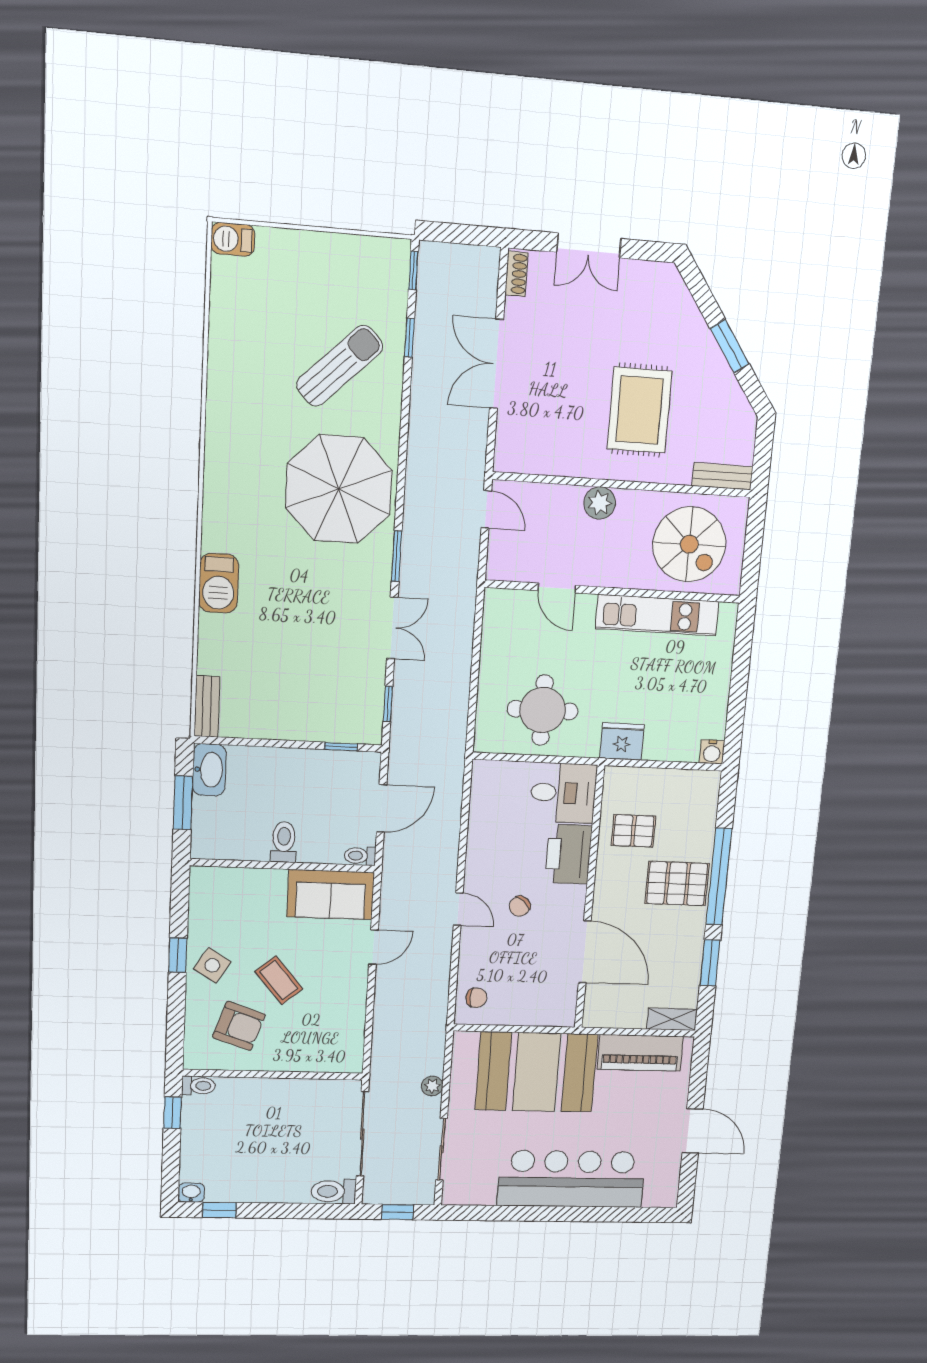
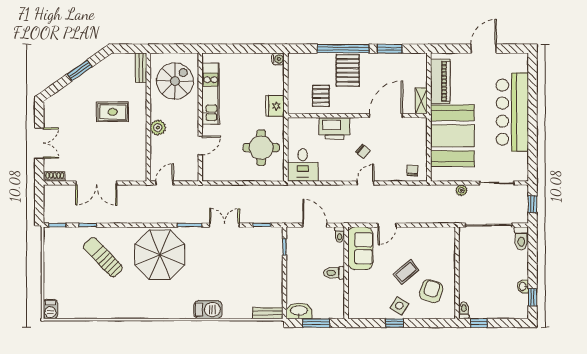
rug: (639, 410) -> (113, 112), width x0.73, depth x0.70
desk: (563, 793) -> (303, 165), moved, turned 180
door: (373, 947) -> (387, 225), swing flipped
shelving: (672, 1019) -> (421, 101), moved
washbasin: (191, 1193) -> (523, 286), moved

